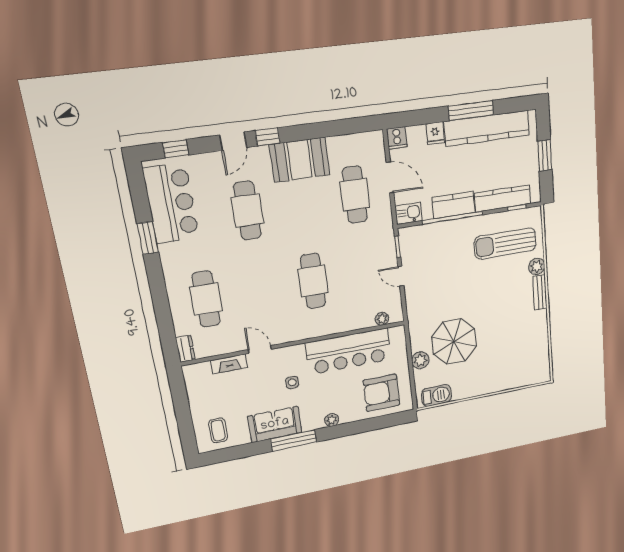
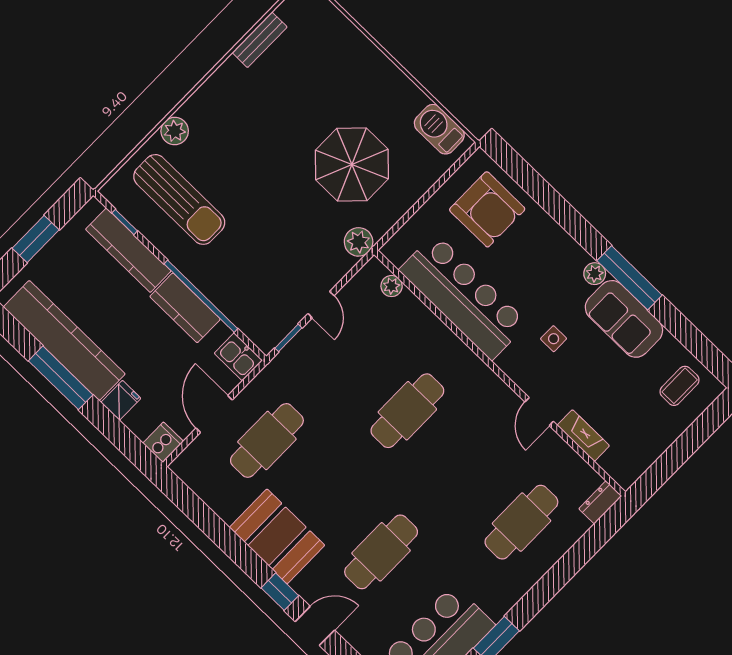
bench: (540, 292) -> (260, 40), moved
plant: (420, 360) -> (359, 242), moved
plant: (332, 420) -> (595, 274), moved

